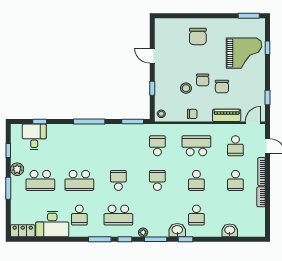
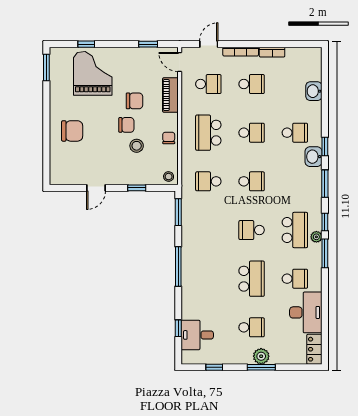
plant: (17, 169) -> (261, 356), moved
school desk: (40, 180) -> (252, 327), width x0.54
school desk: (157, 180) -> (252, 181), turned 180
plant: (143, 232) -> (316, 237), moved

